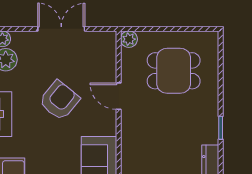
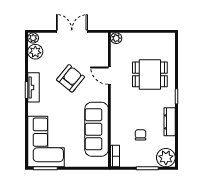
dining table: (174, 71) -> (150, 74), moved

